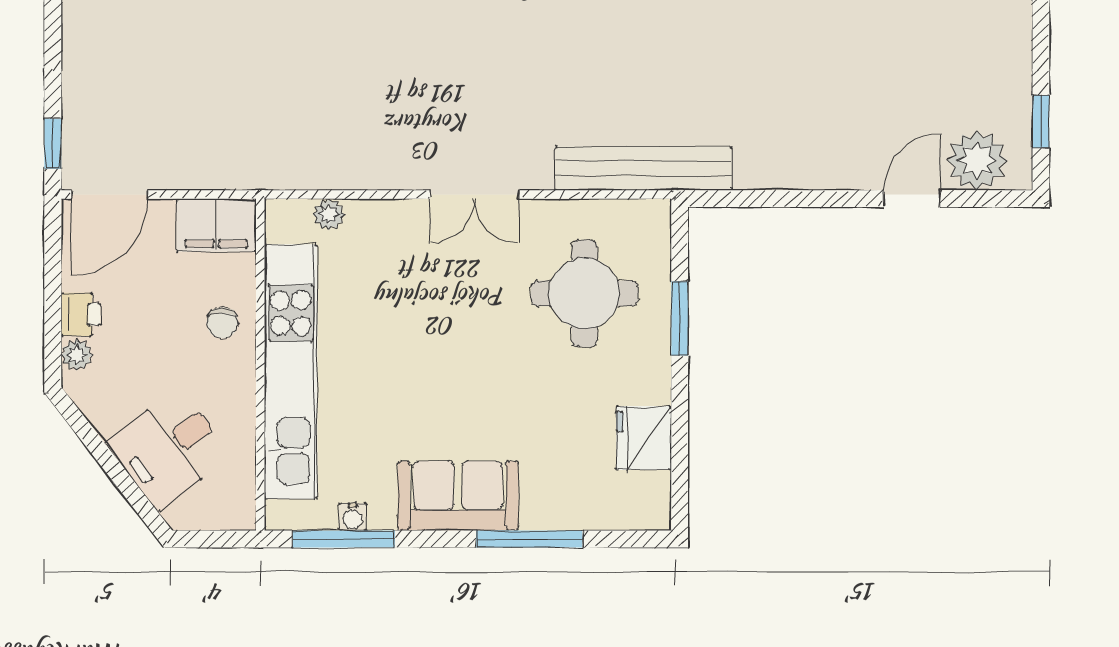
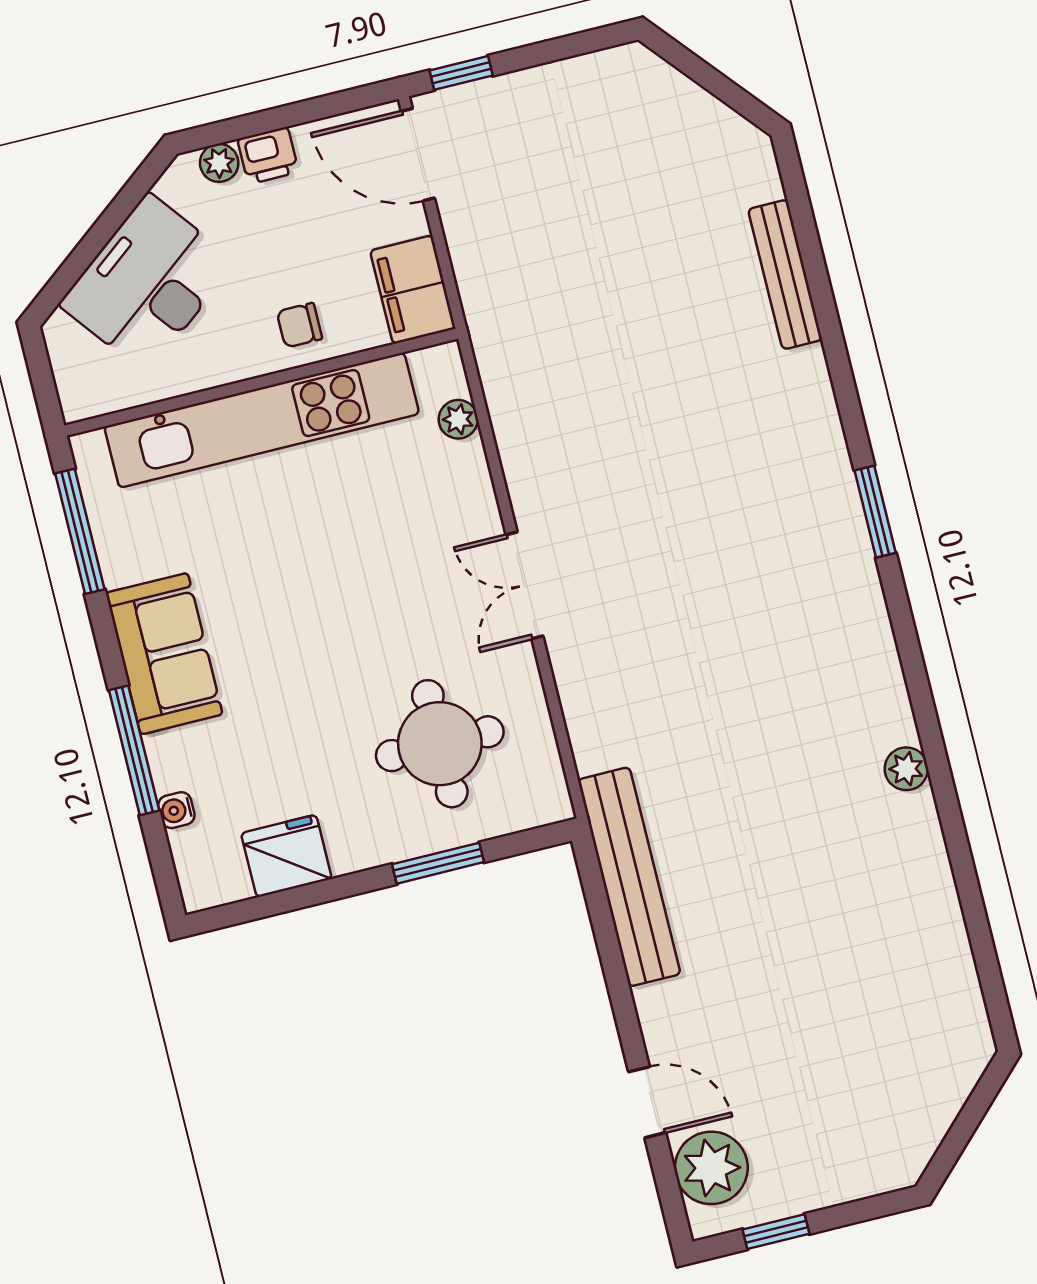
bench: (644, 168) -> (629, 877), moved
desk: (169, 449) -> (147, 283), width x1.37
water cooler: (353, 517) -> (176, 810), moved

